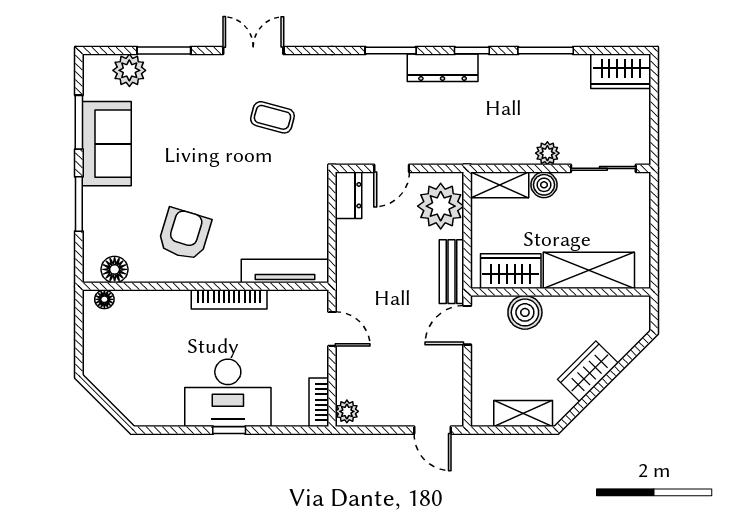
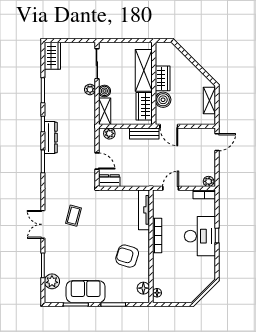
plant: (441, 206) -> (109, 133), width x0.53, depth x0.53
wardrobe: (588, 371) -> (163, 78), moved, turned -135

